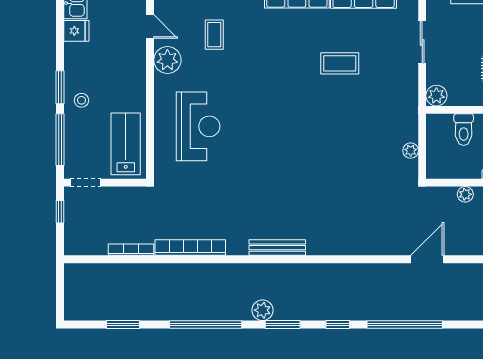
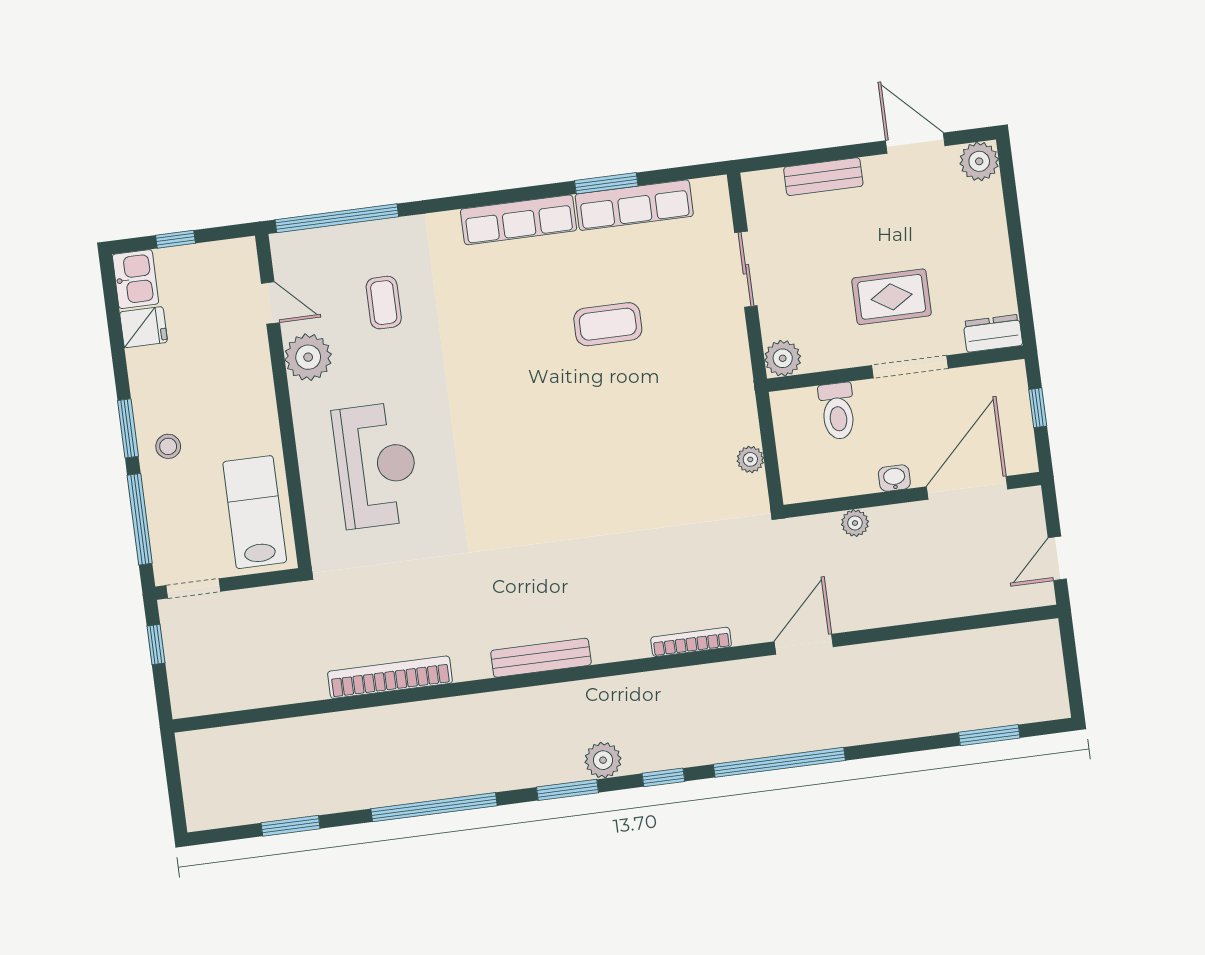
bookcase: (131, 250) -> (691, 642), moved
plant: (262, 310) -> (603, 760), moved

